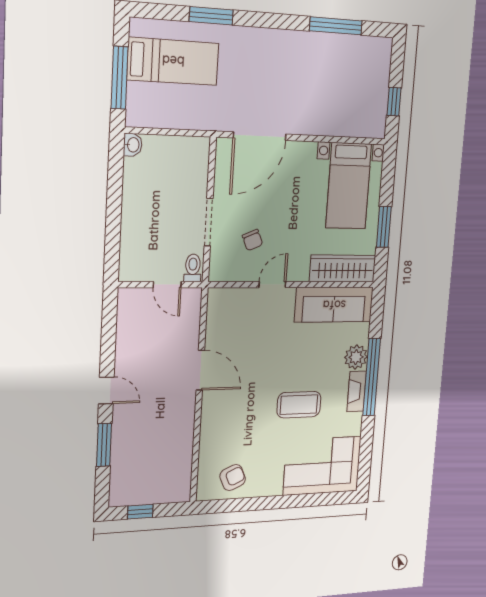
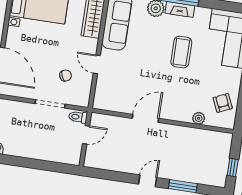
plant: (208, 448) -> (199, 118), added

